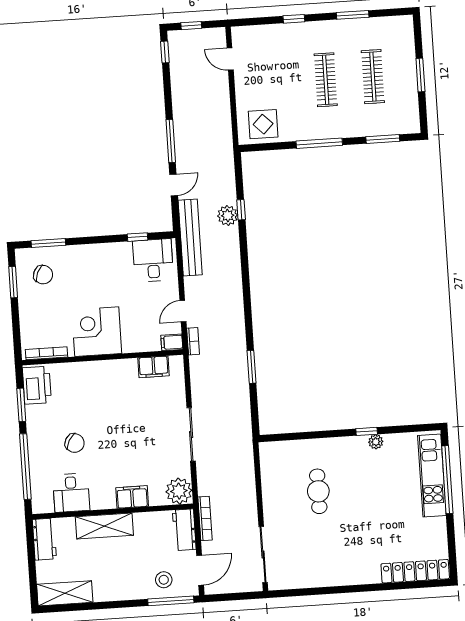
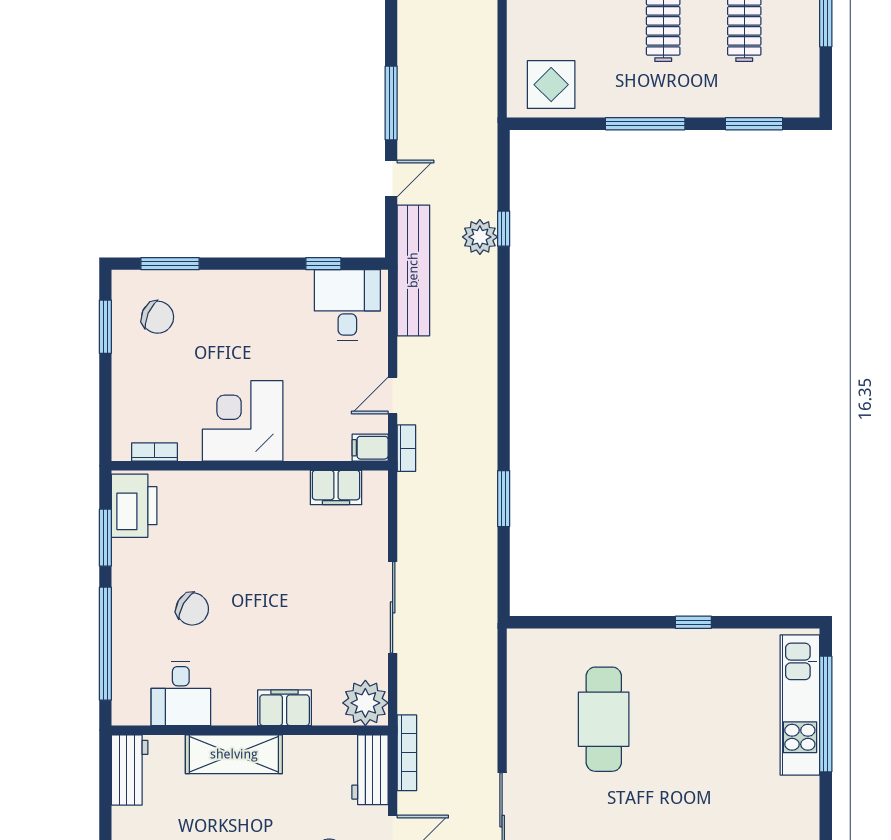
bookcase: (46, 353) -> (154, 452), width x0.64
plant: (376, 442) -> (708, 641), removed
cafe table: (318, 491) -> (604, 719), width x1.37, depth x1.35

